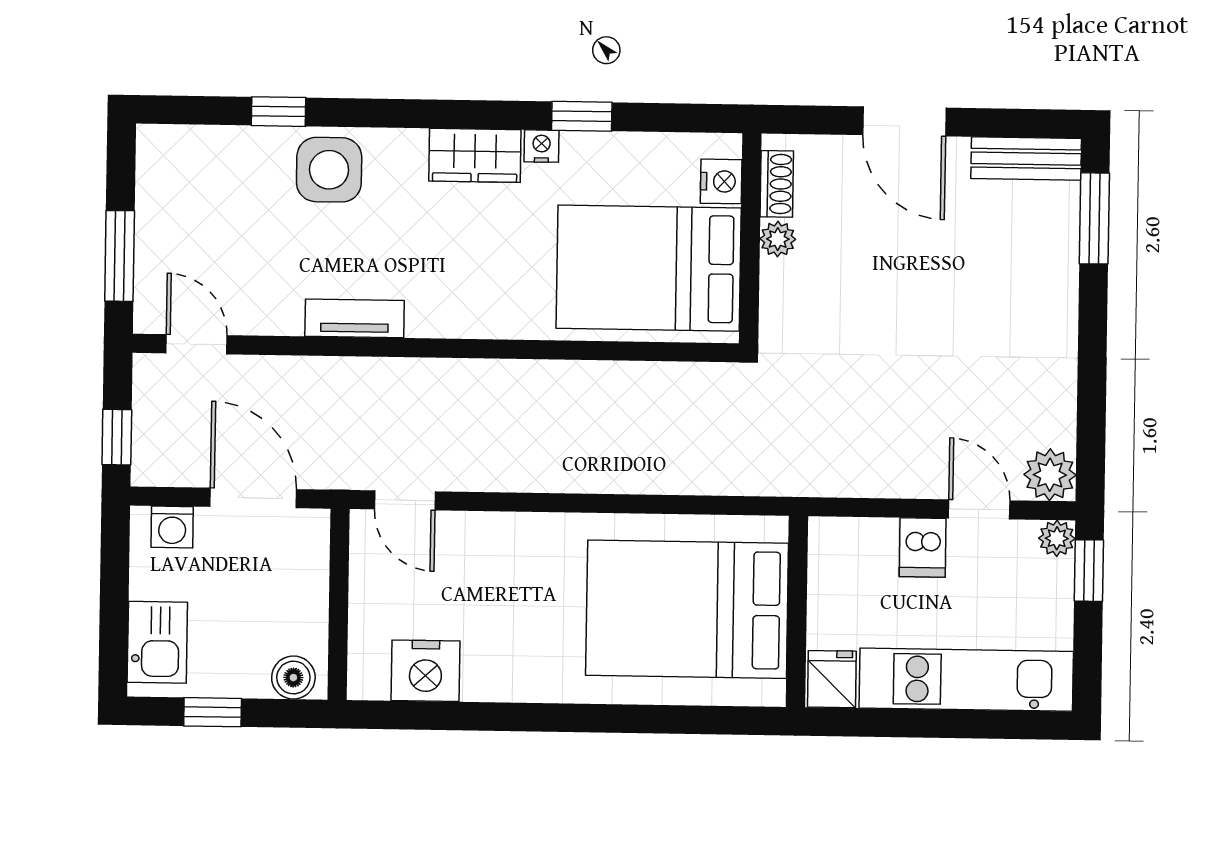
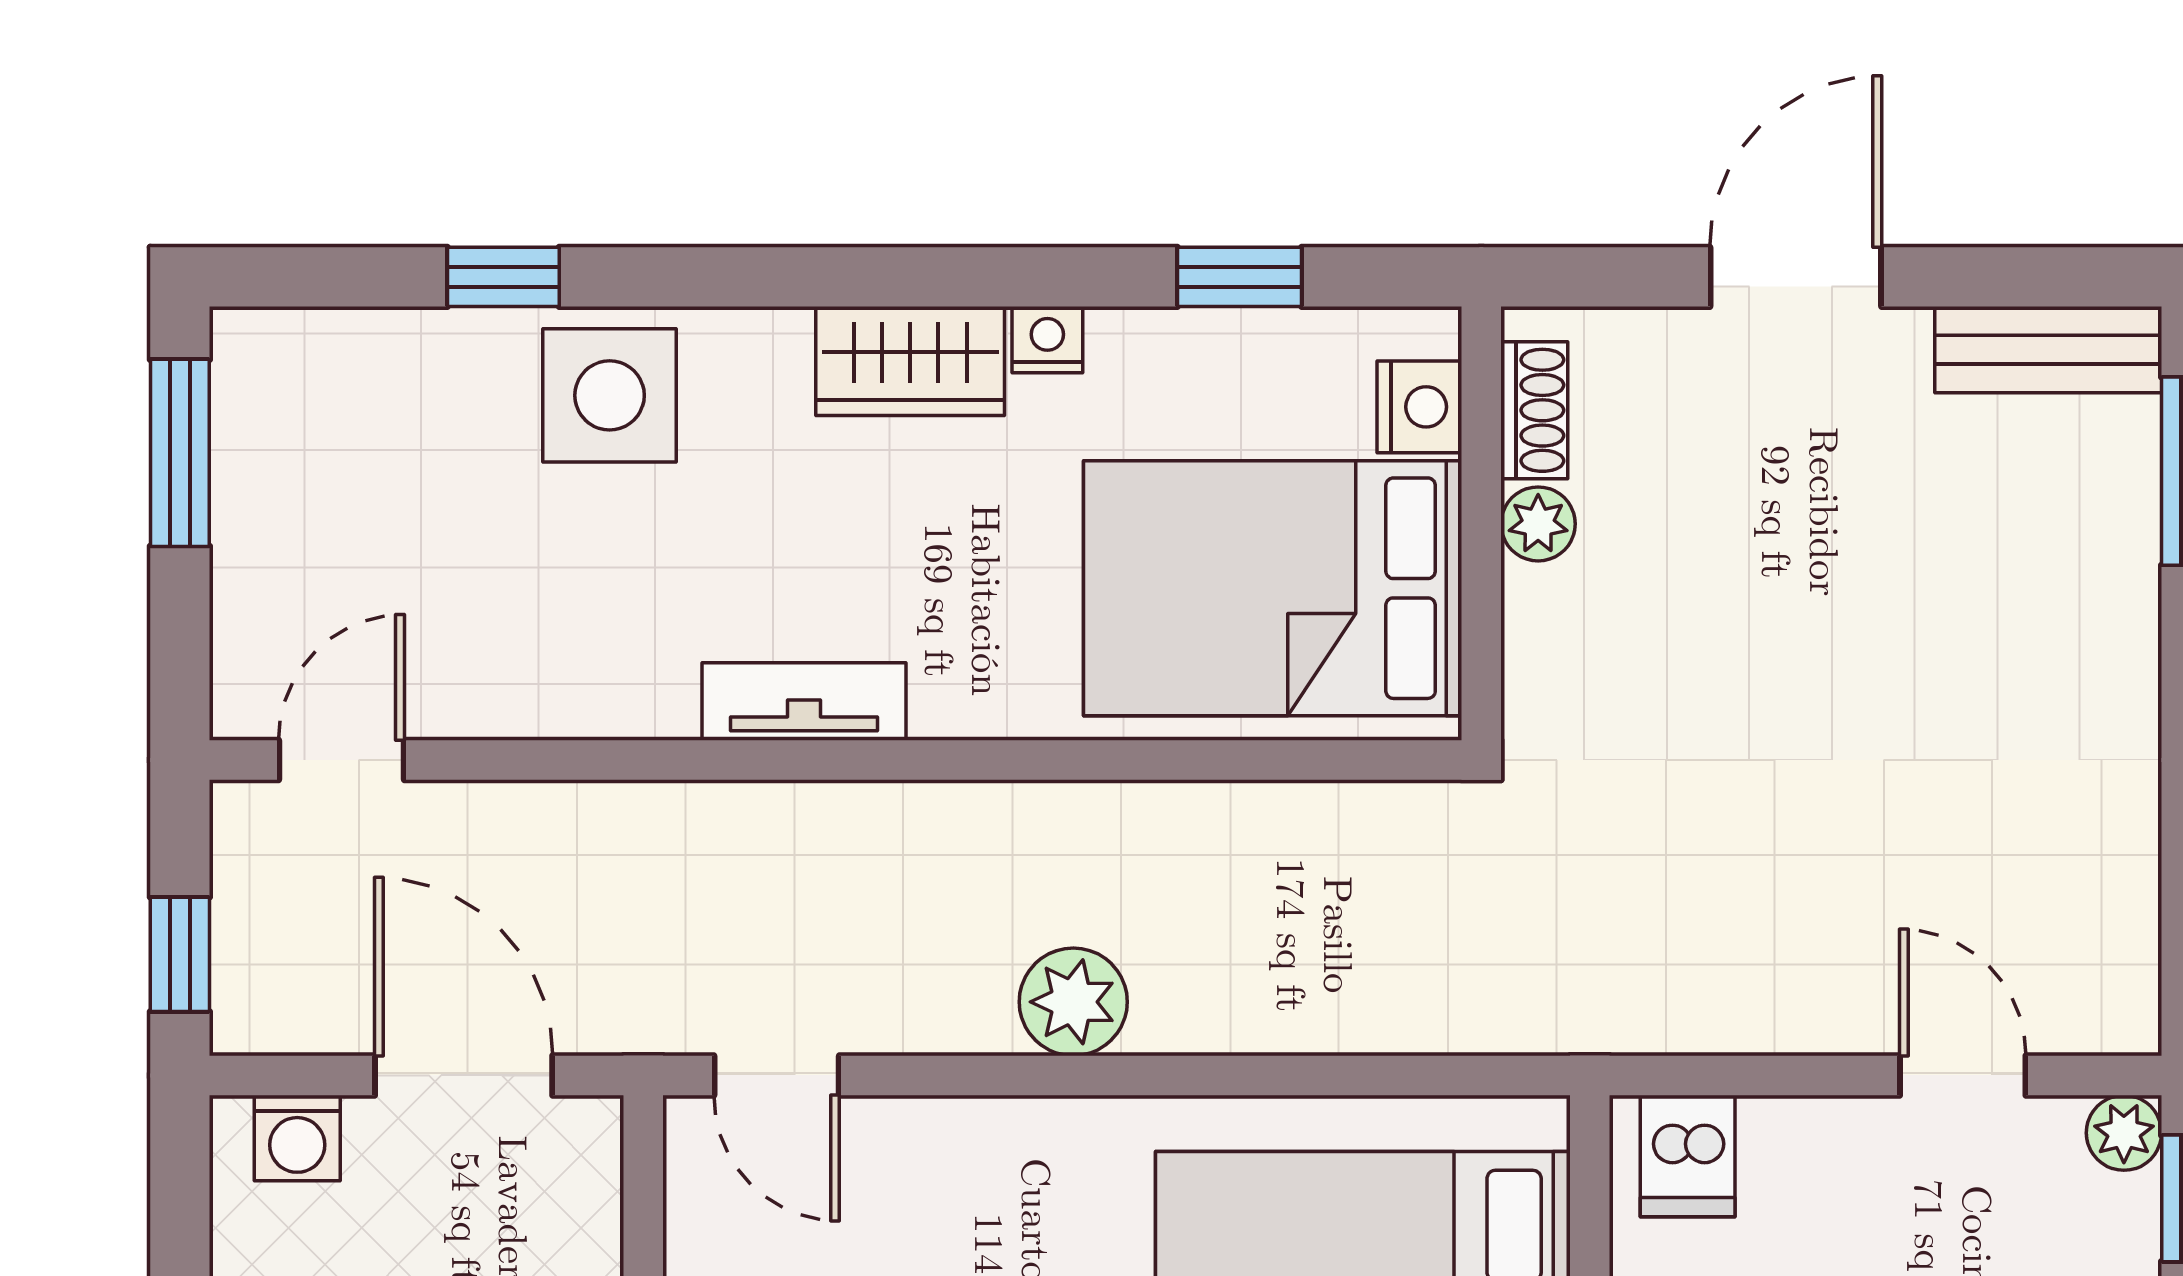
window: (582, 116) -> (1239, 277), moved
door: (904, 121) -> (1796, 277), swing flipped
window: (120, 256) -> (180, 453), moved
tv unit: (355, 318) -> (804, 701), moved
door: (196, 344) -> (341, 760), hinge flipped
plant: (1050, 475) -> (1073, 1002), moved
dishwasher: (923, 548) -> (1688, 1156), moved

